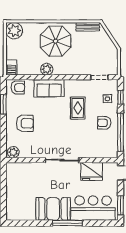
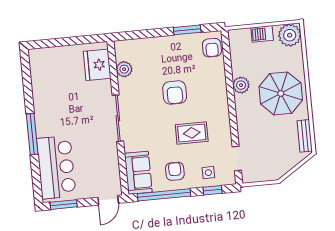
barbecue: (11, 67) -> (262, 34), moved
sofa: (49, 88) -> (138, 173), moved, turned 180
armchair: (25, 123) -> (175, 93), moved
plant: (13, 152) -> (124, 69), moved
fridge: (92, 171) -> (97, 65), moved
booth: (53, 209) -> (50, 112), removed

